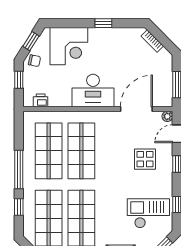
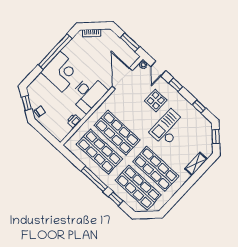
window: (103, 23) -> (55, 52), width x3.17
corner desk: (69, 46) -> (61, 72), moved
window: (19, 80) -> (42, 131), removed
printer: (41, 100) -> (74, 121), moved
checkout: (148, 213) -> (168, 128), moved

